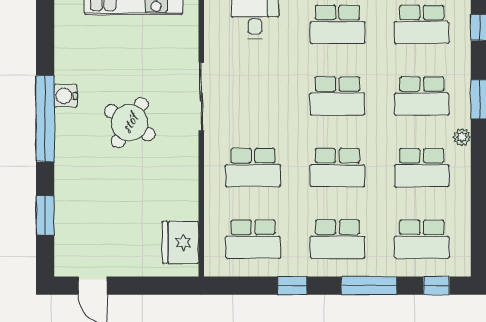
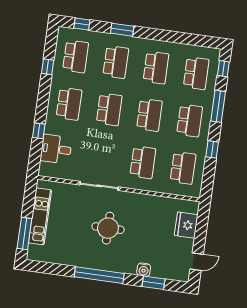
water cooler: (66, 96) -> (144, 270), moved
round table: (130, 123) -> (108, 228), turned -32
plant: (462, 137) -> (142, 43), removed
fridge: (180, 242) -> (186, 225), moved, turned 90

